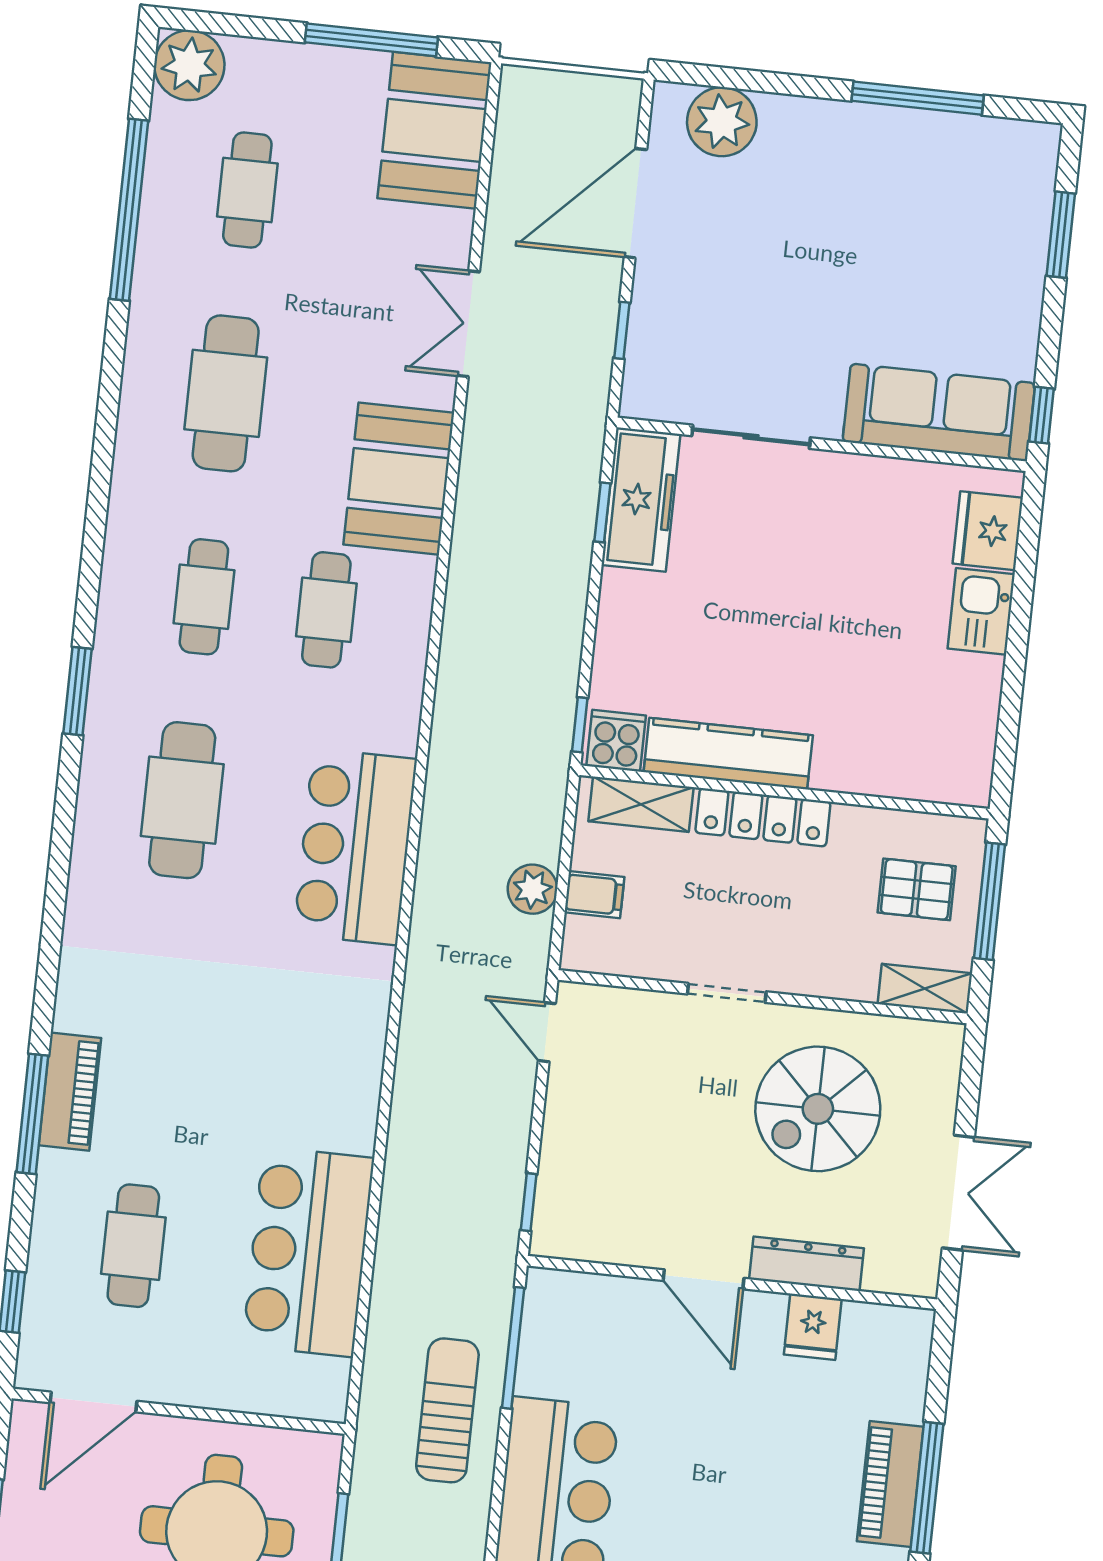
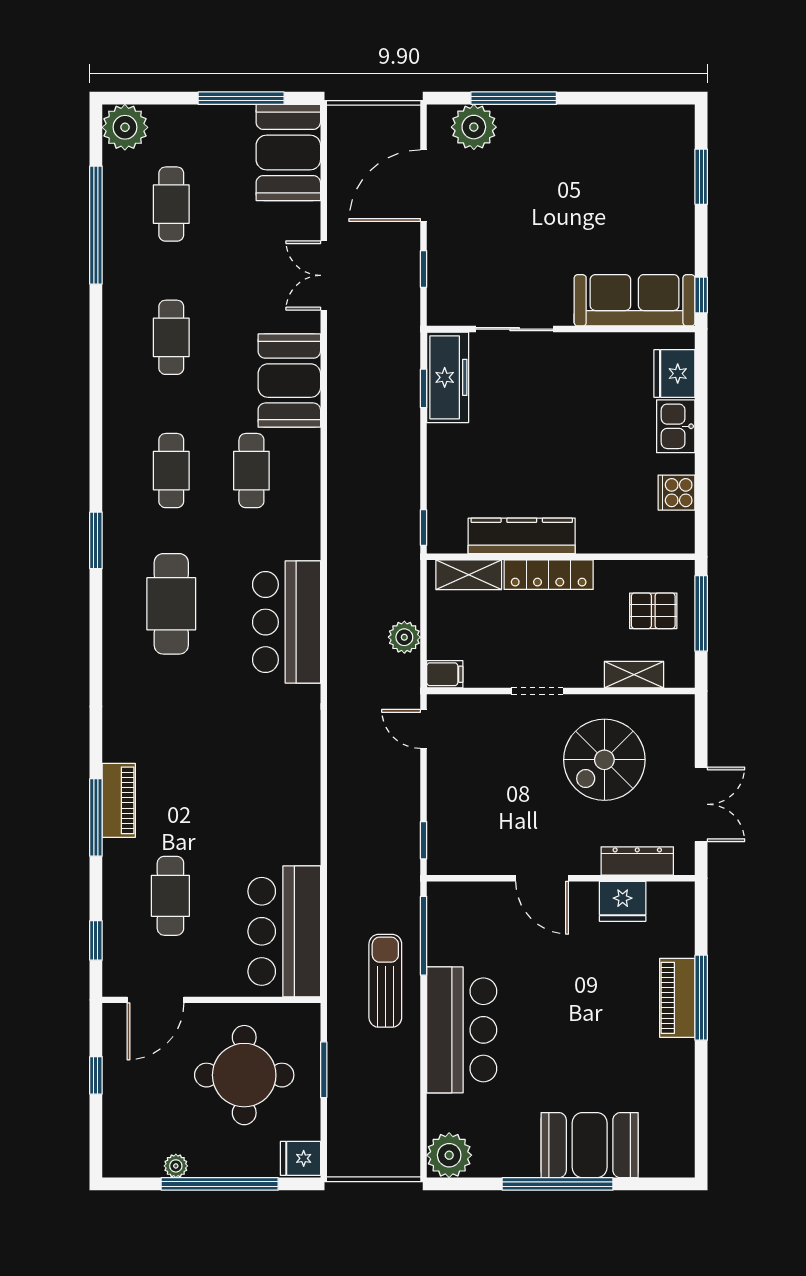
window: (918, 98) -> (514, 98), moved
cafe table: (226, 393) -> (171, 337), width x0.73, depth x0.74
cooker: (616, 741) -> (676, 493), moved, turned -90
filing cabinet: (594, 895) -> (445, 674), moved
shelving: (925, 989) -> (634, 675), moved
bar counter: (308, 1252) -> (284, 931), moved
dresser: (807, 1264) -> (637, 861), moved
fridge: (813, 1327) -> (623, 901), width x1.38

